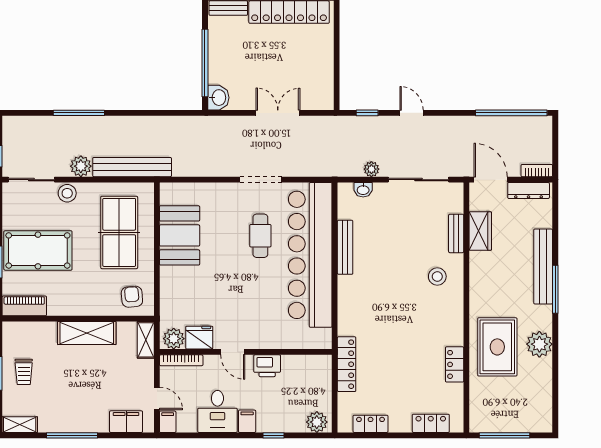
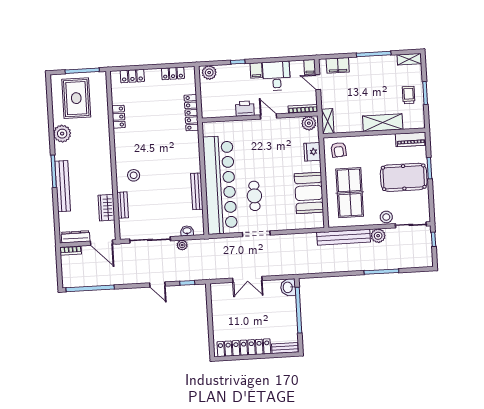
shelving: (87, 333) -> (383, 123), moved
fridge: (199, 338) -> (312, 152), moved, turned 90
rug: (497, 347) -> (76, 98), moved

